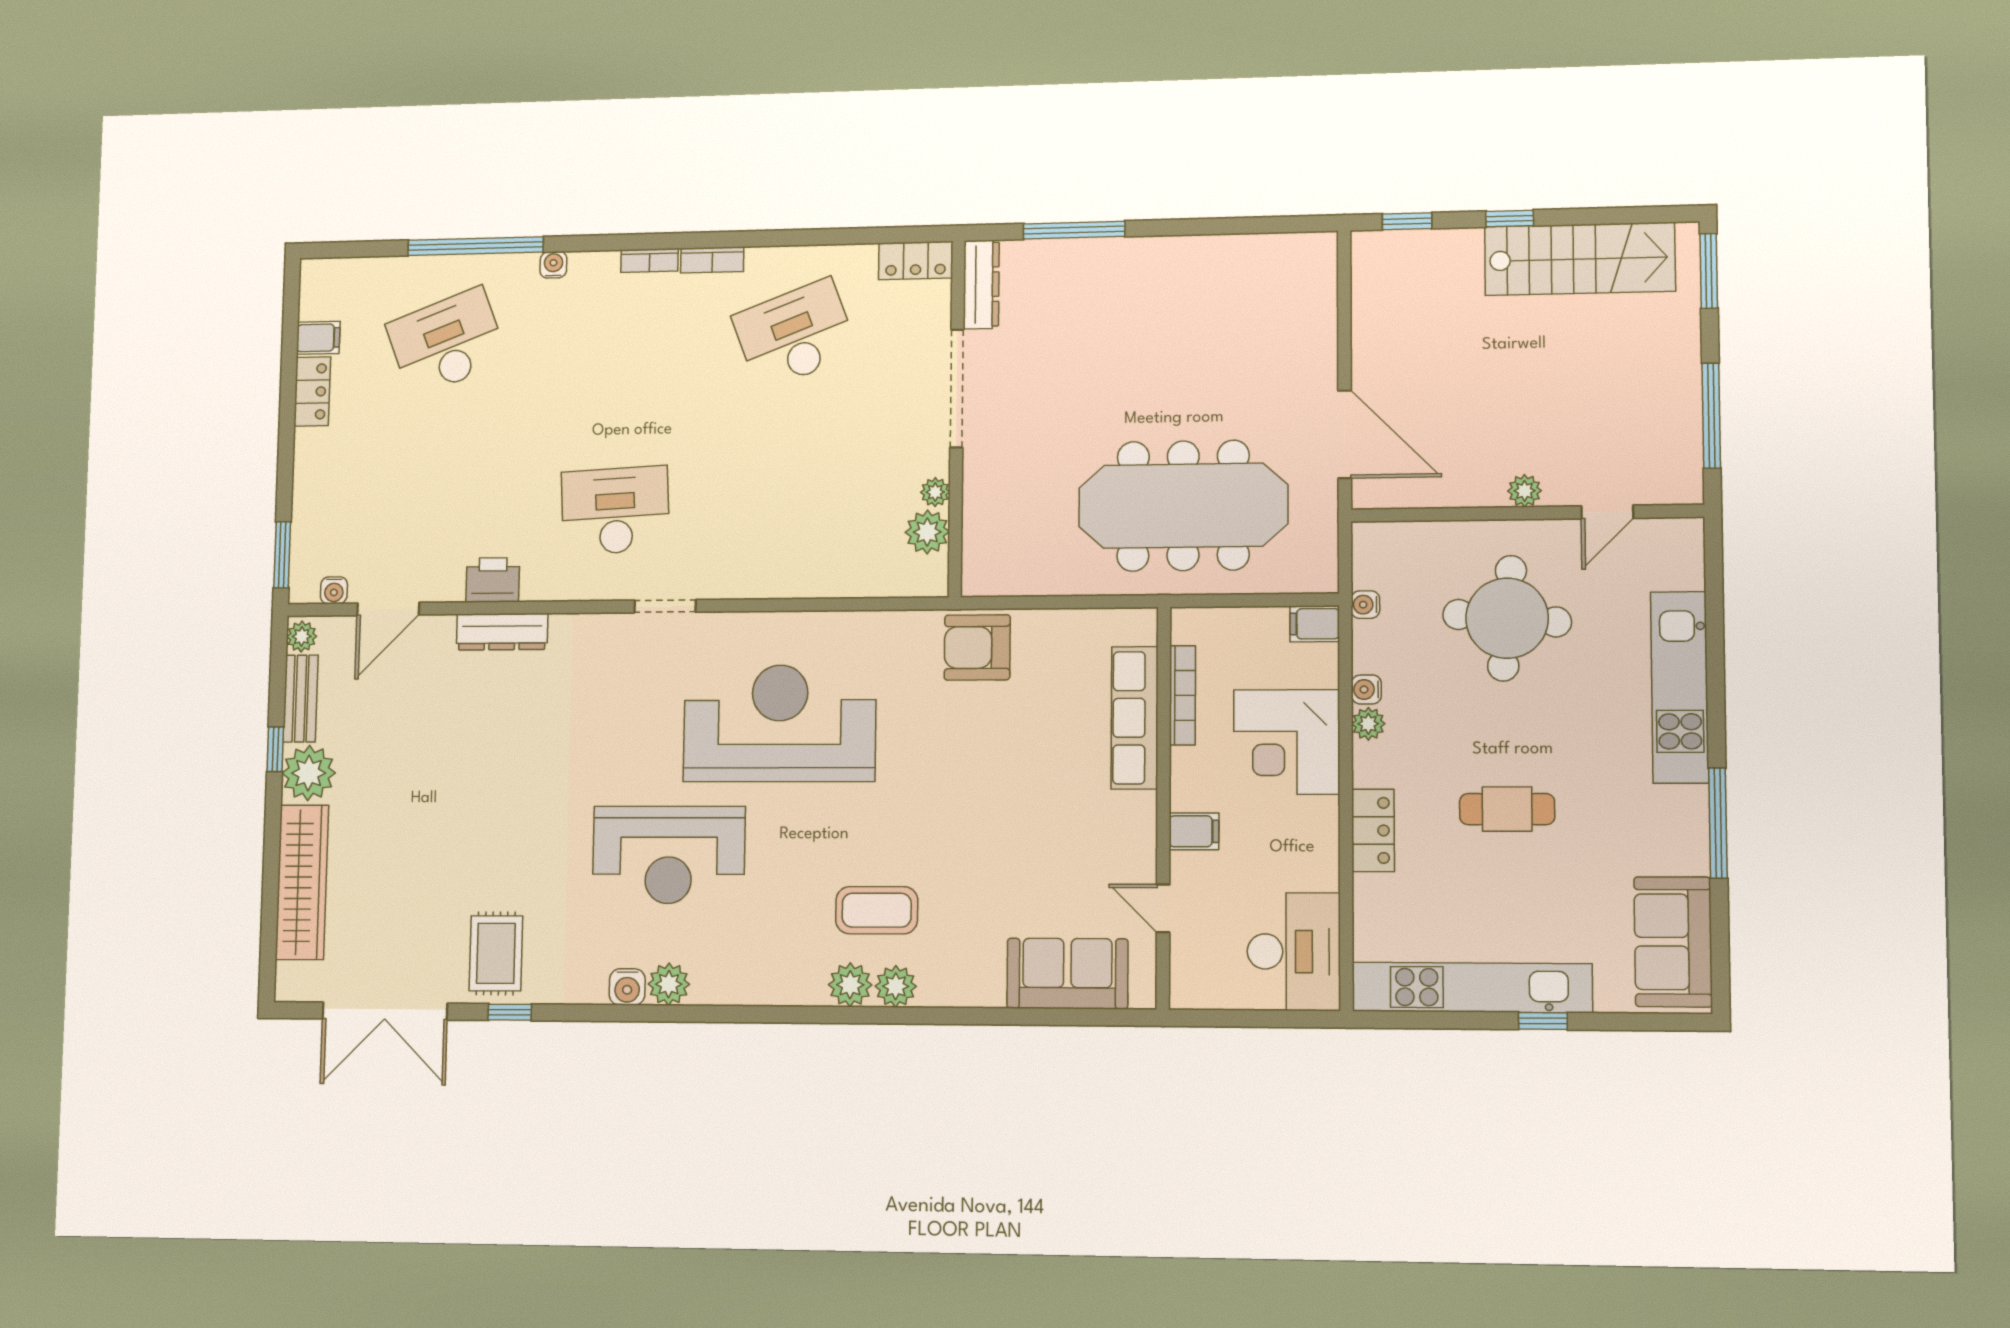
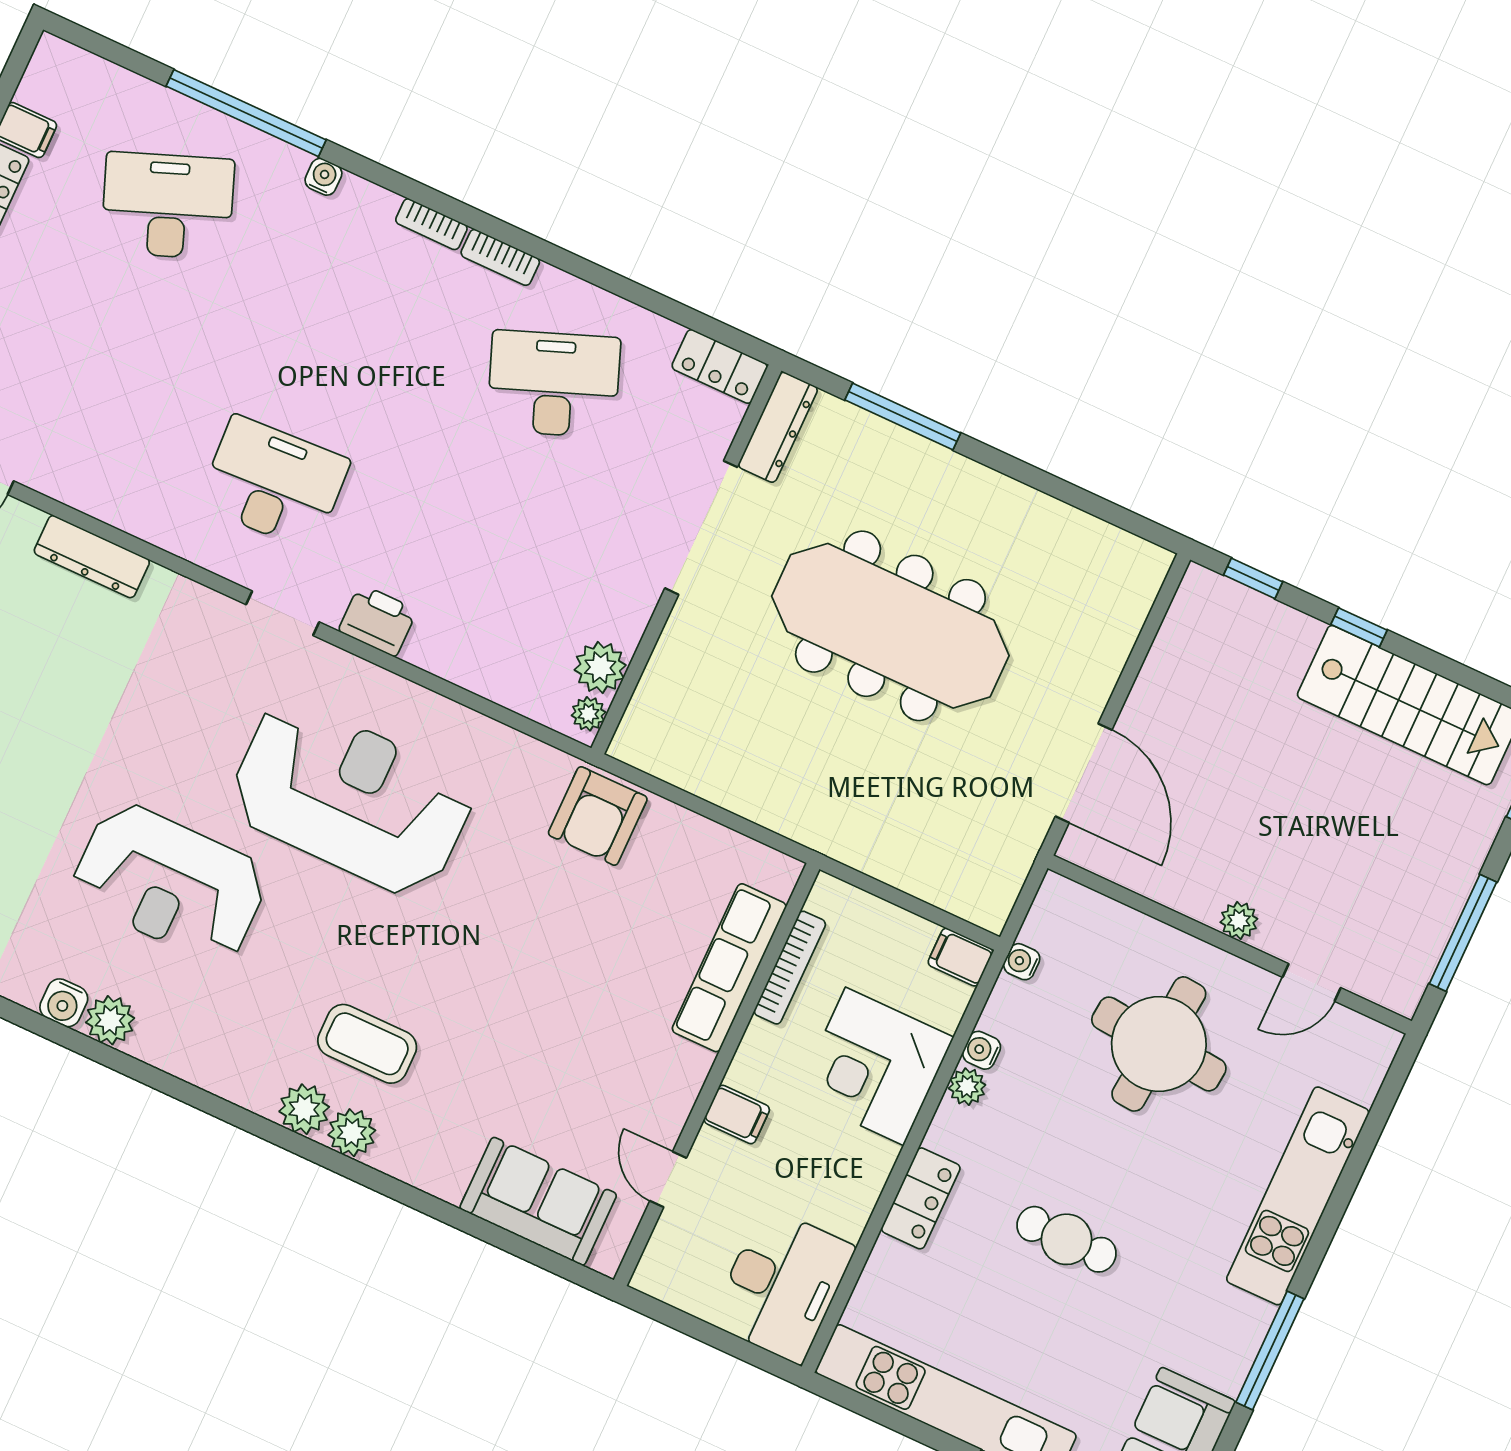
plant: (935, 492) -> (588, 714), moved
meeting table: (1183, 506) -> (890, 626), moved
printer: (493, 580) -> (378, 620), moved
armchair: (977, 647) -> (598, 816), turned -90

